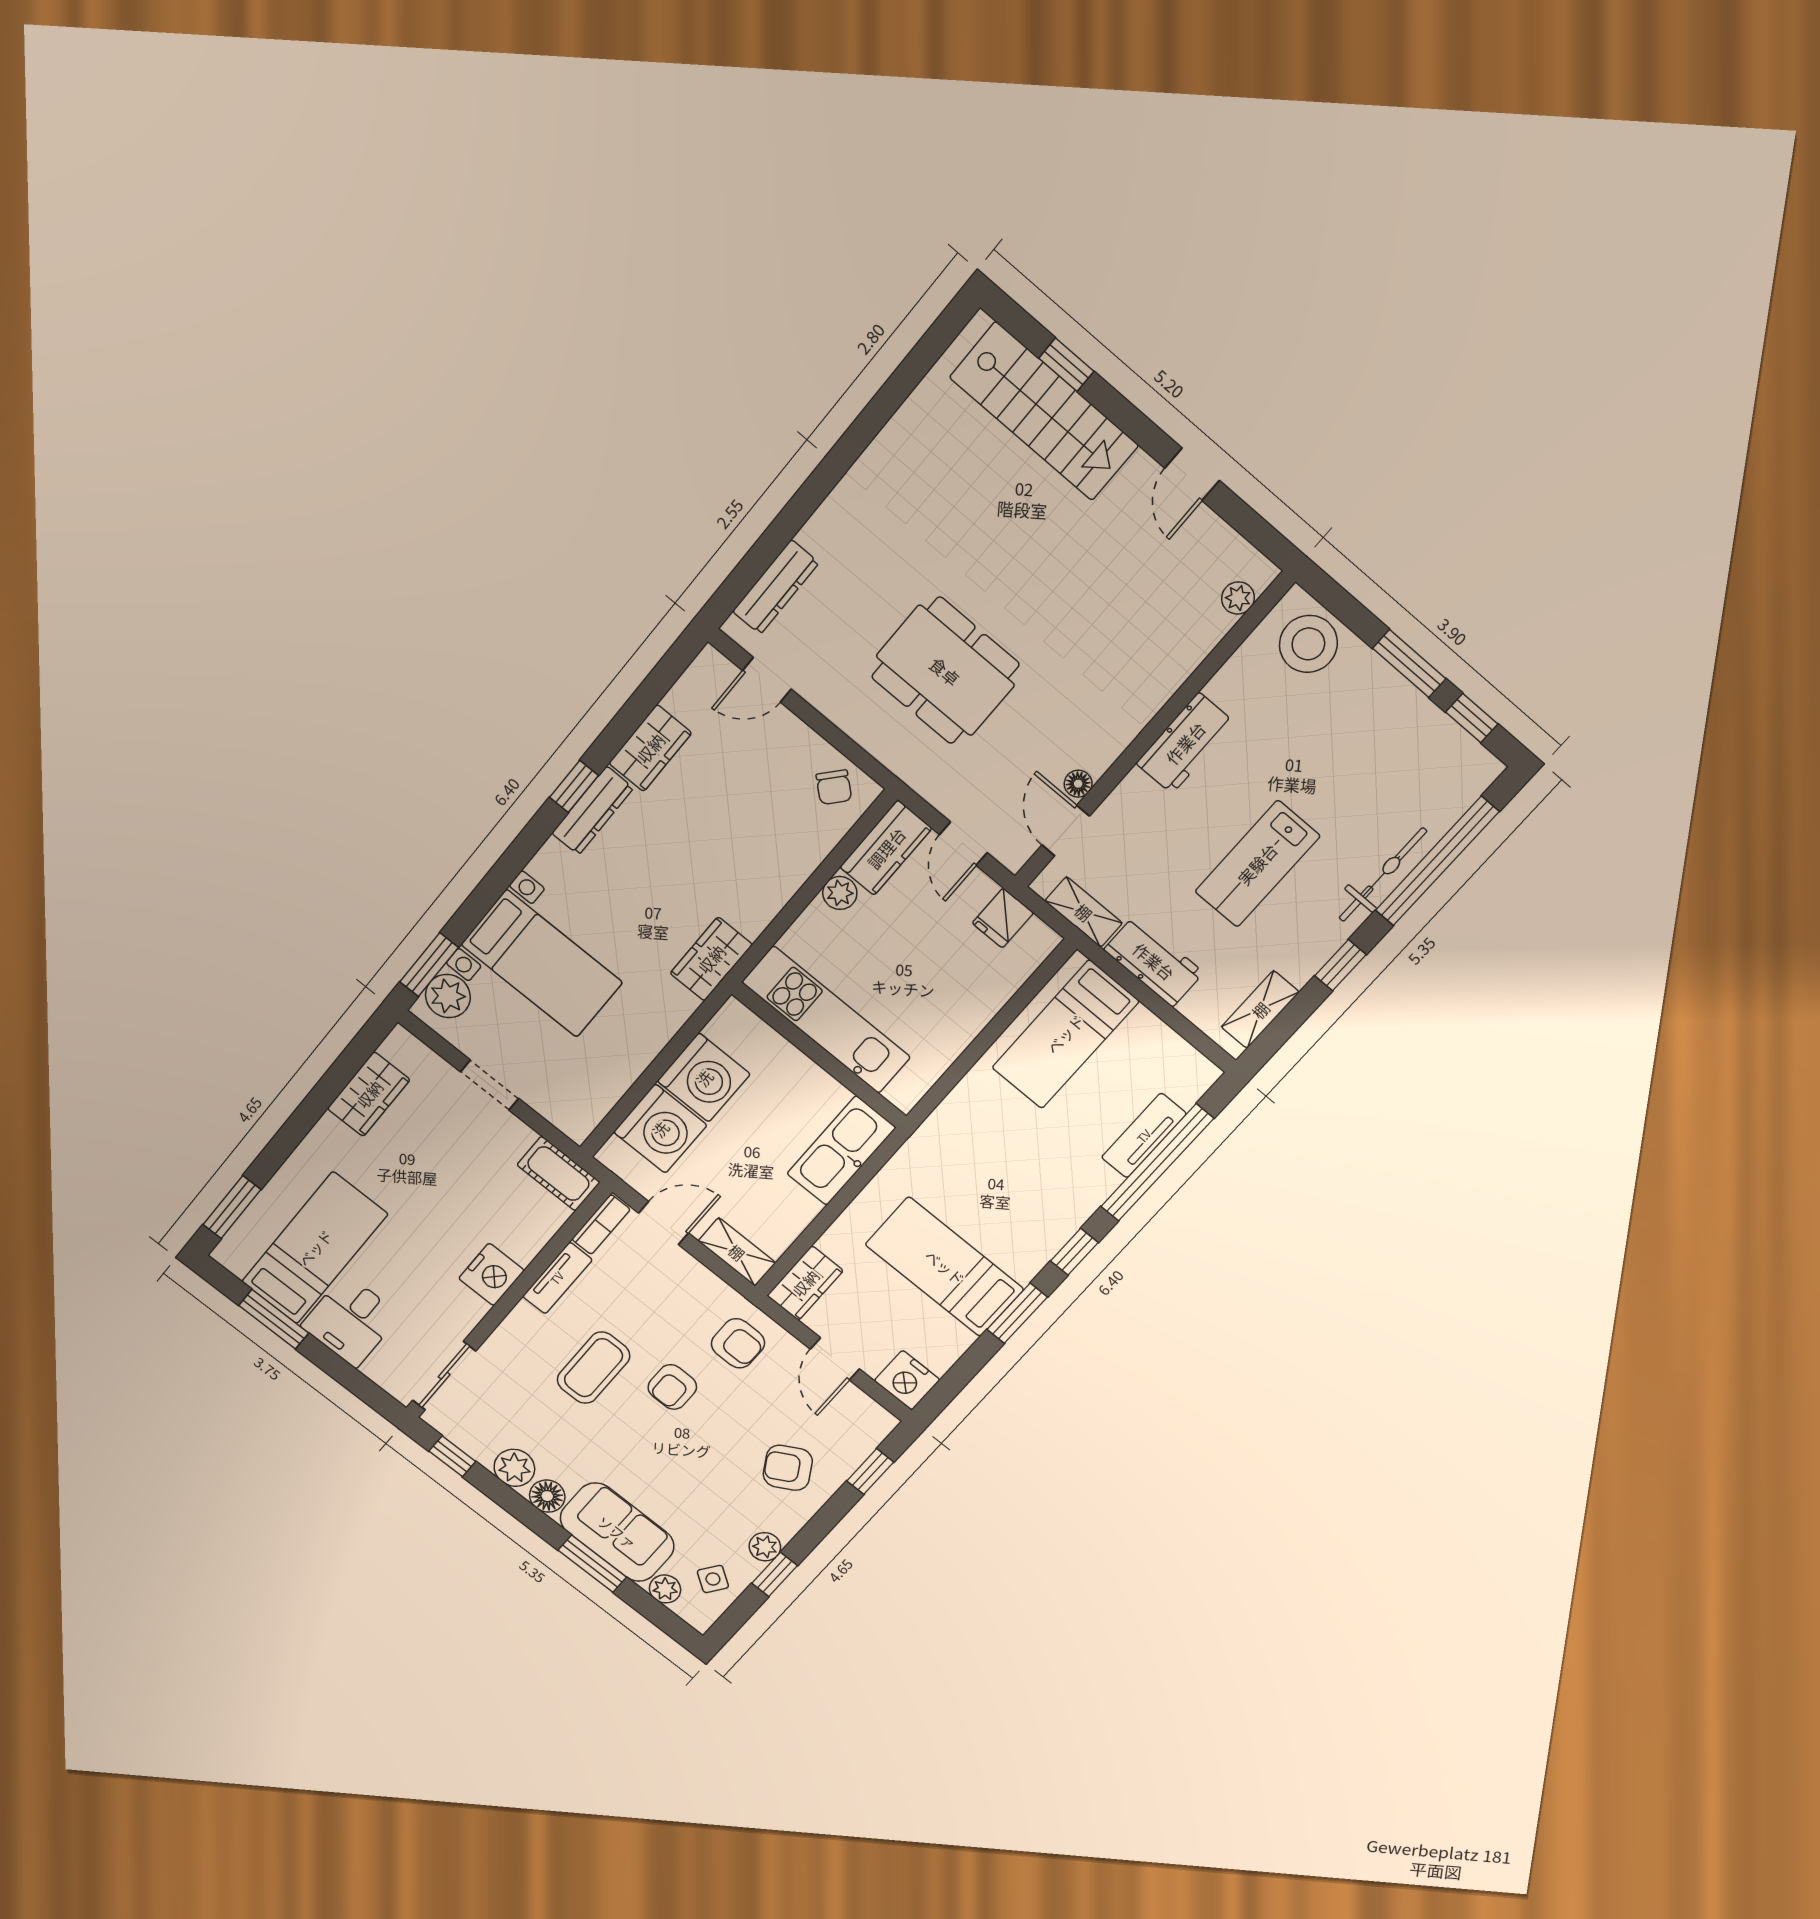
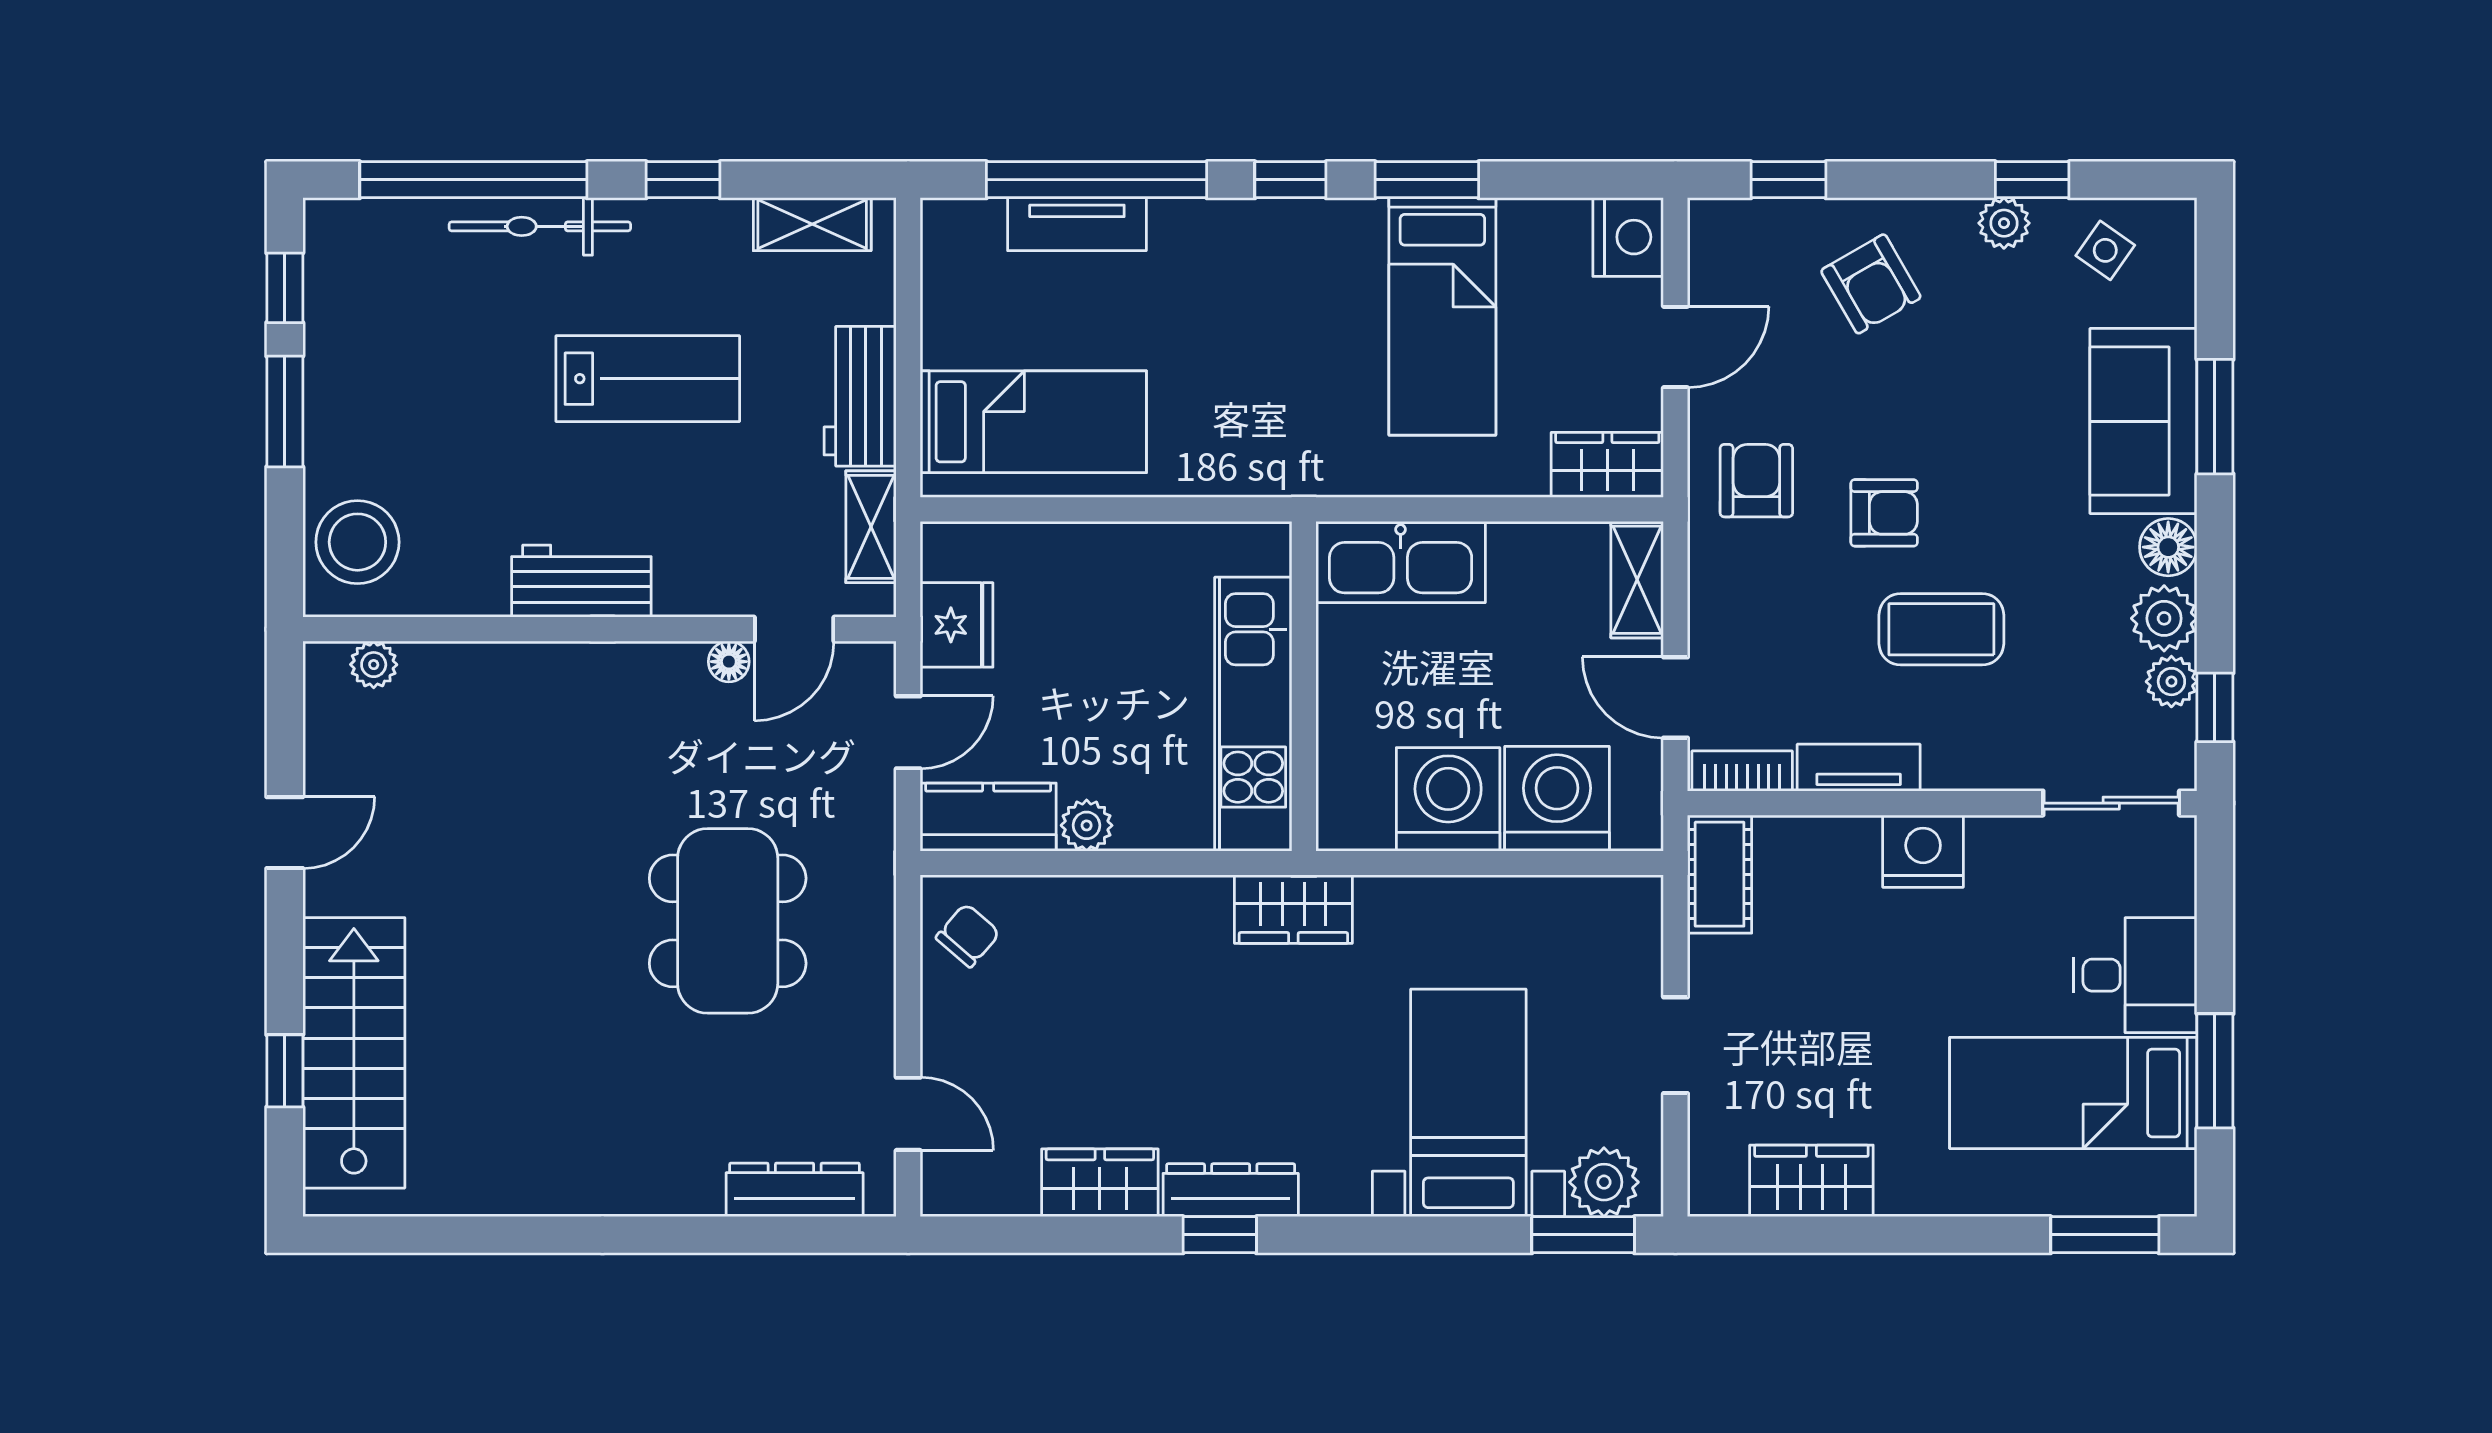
fridge: (1003, 918) -> (957, 625), width x1.38
plant: (665, 1589) -> (2171, 682), moved

